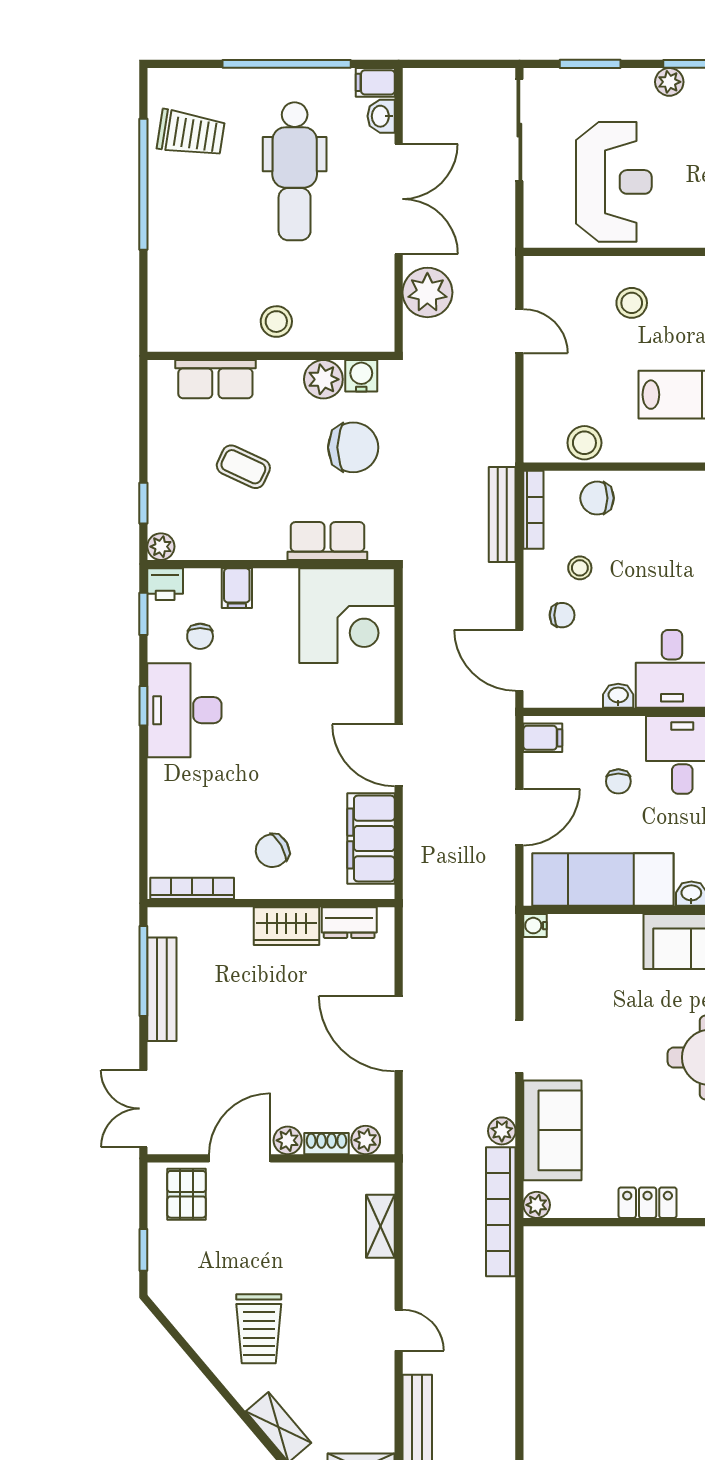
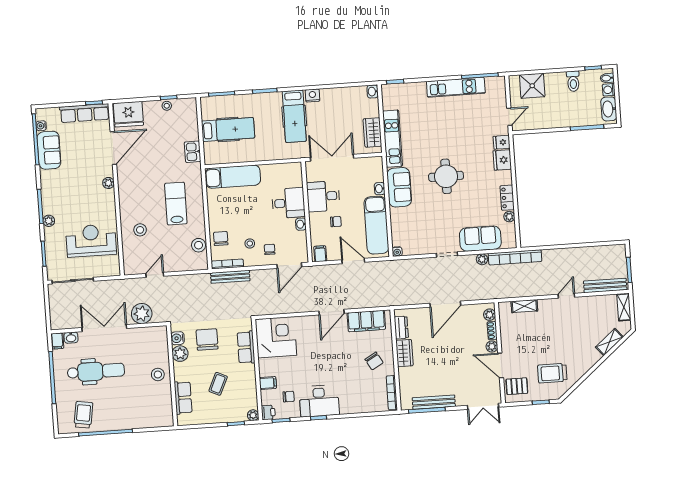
chair: (597, 498) -> (221, 238), turned 180
plant: (537, 1205) -> (509, 217), moved
trolley: (259, 1329) -> (552, 373), moved, turned 180

